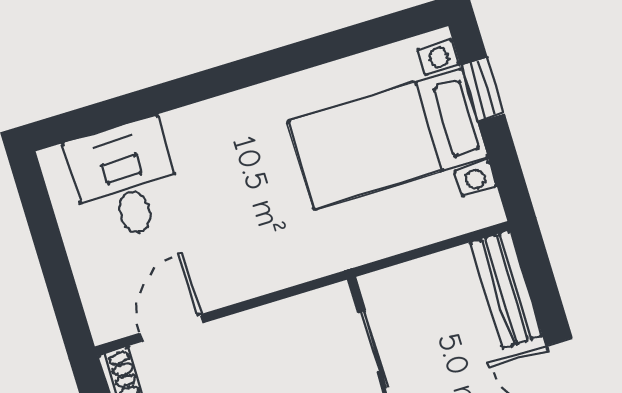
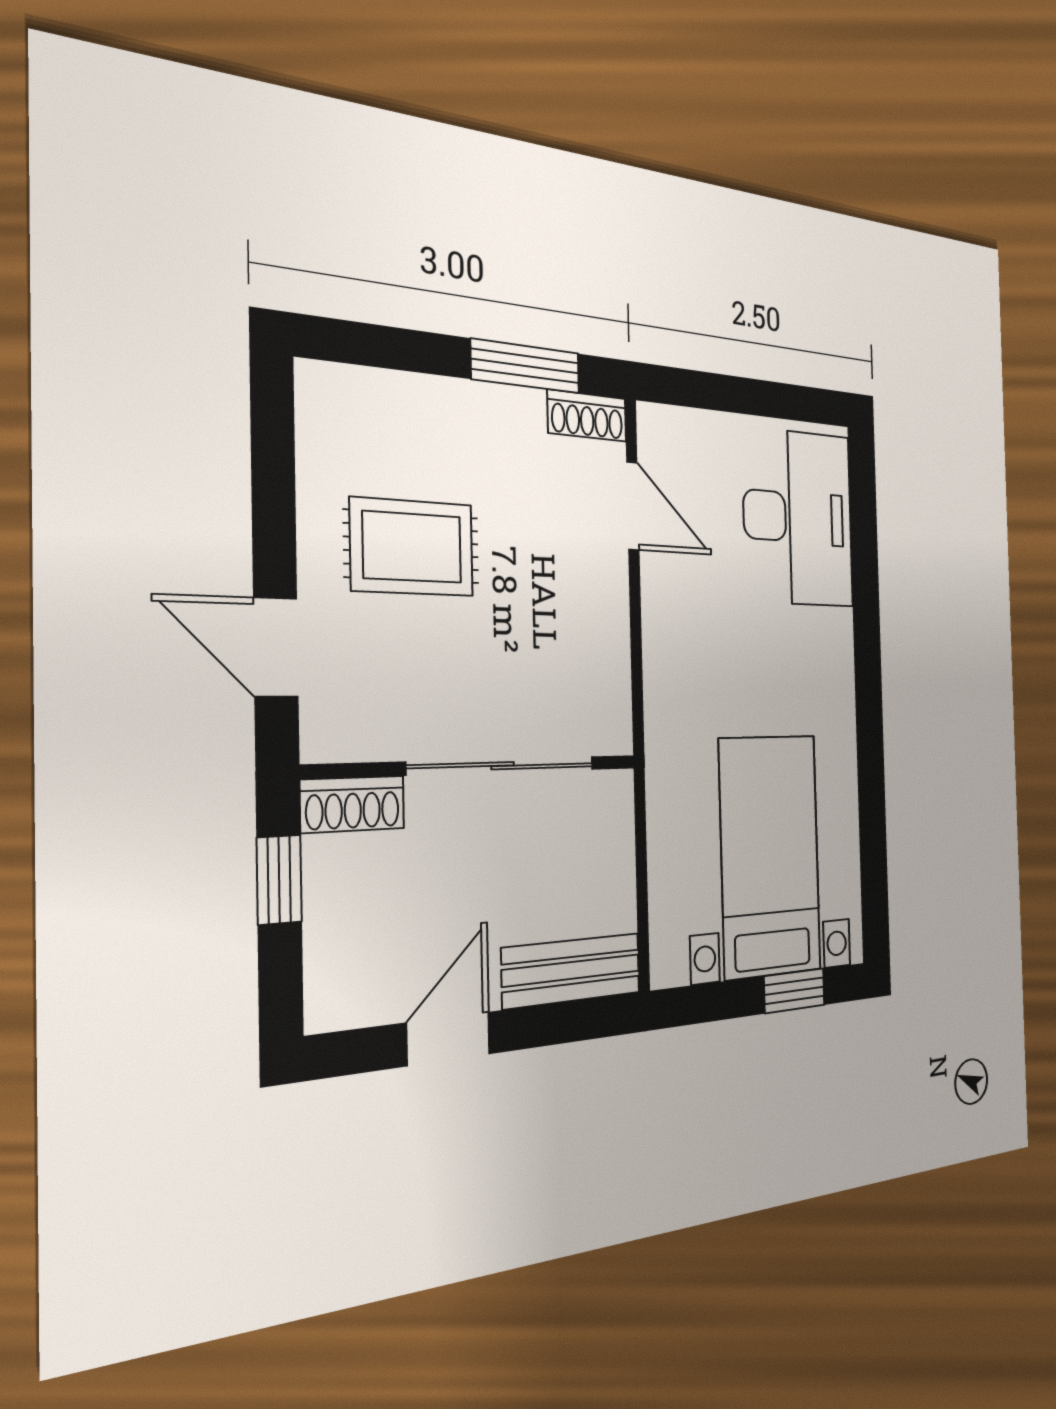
desk: (125, 180) -> (798, 518), width x1.37

